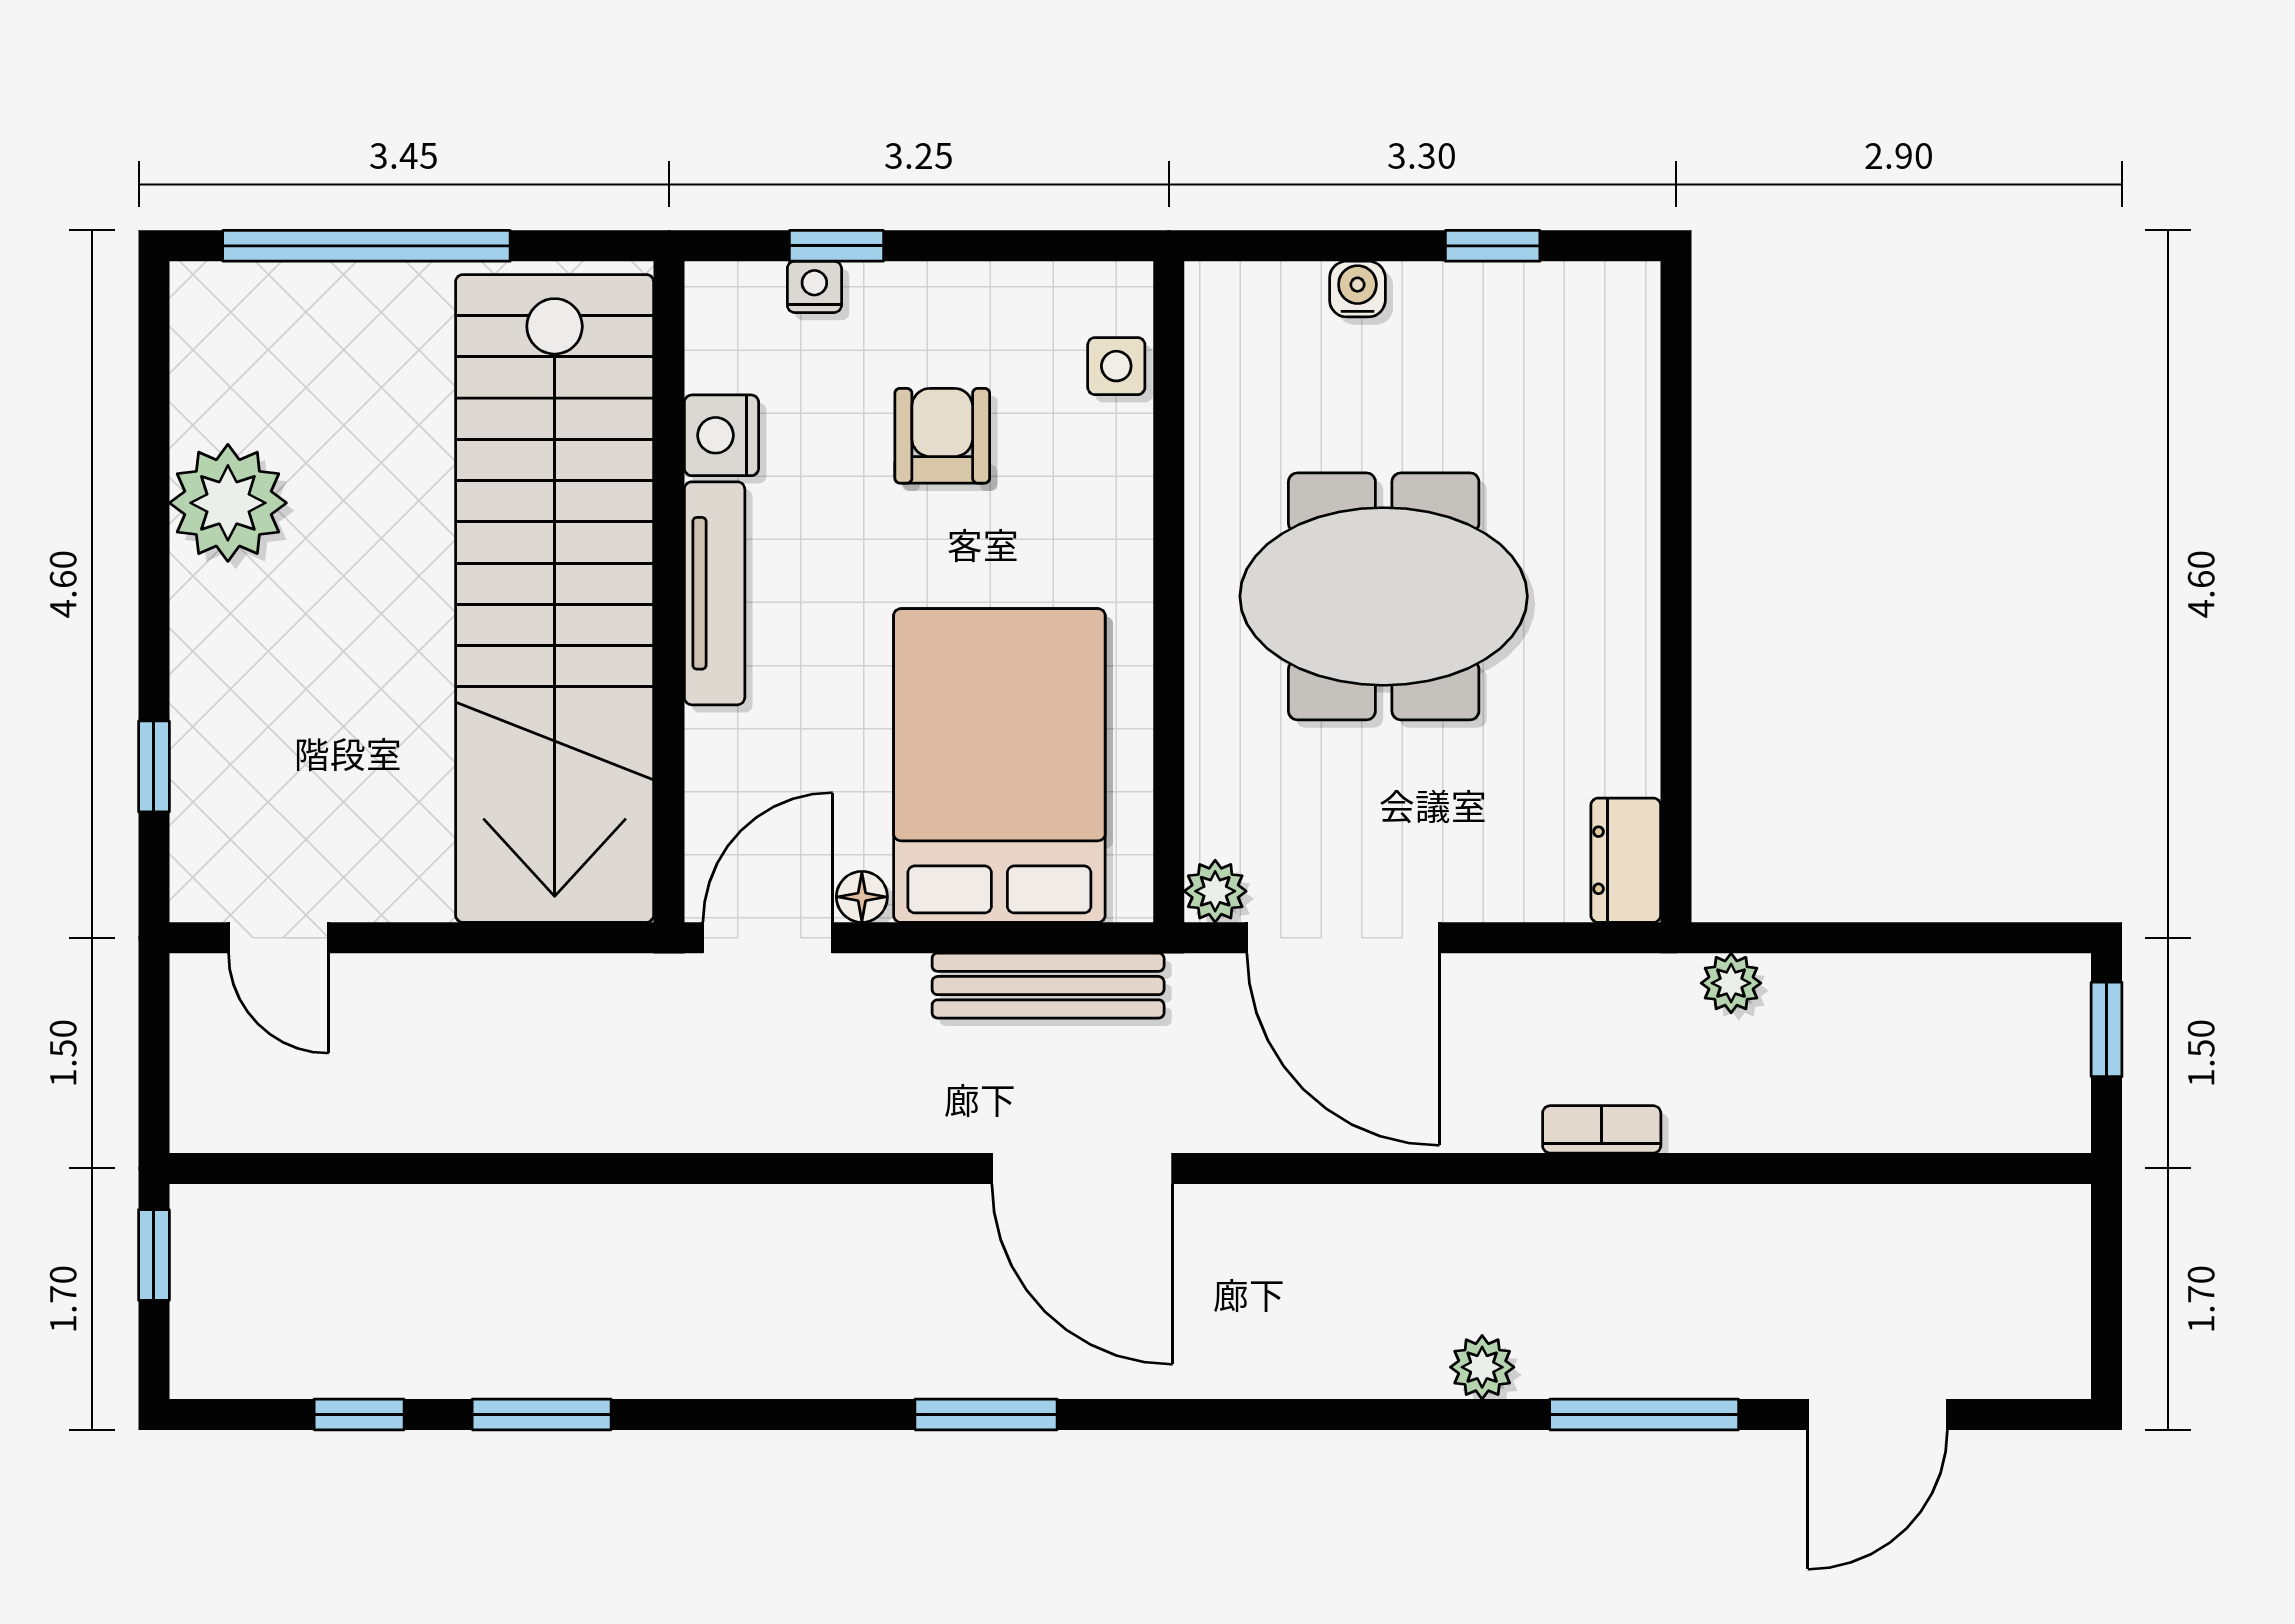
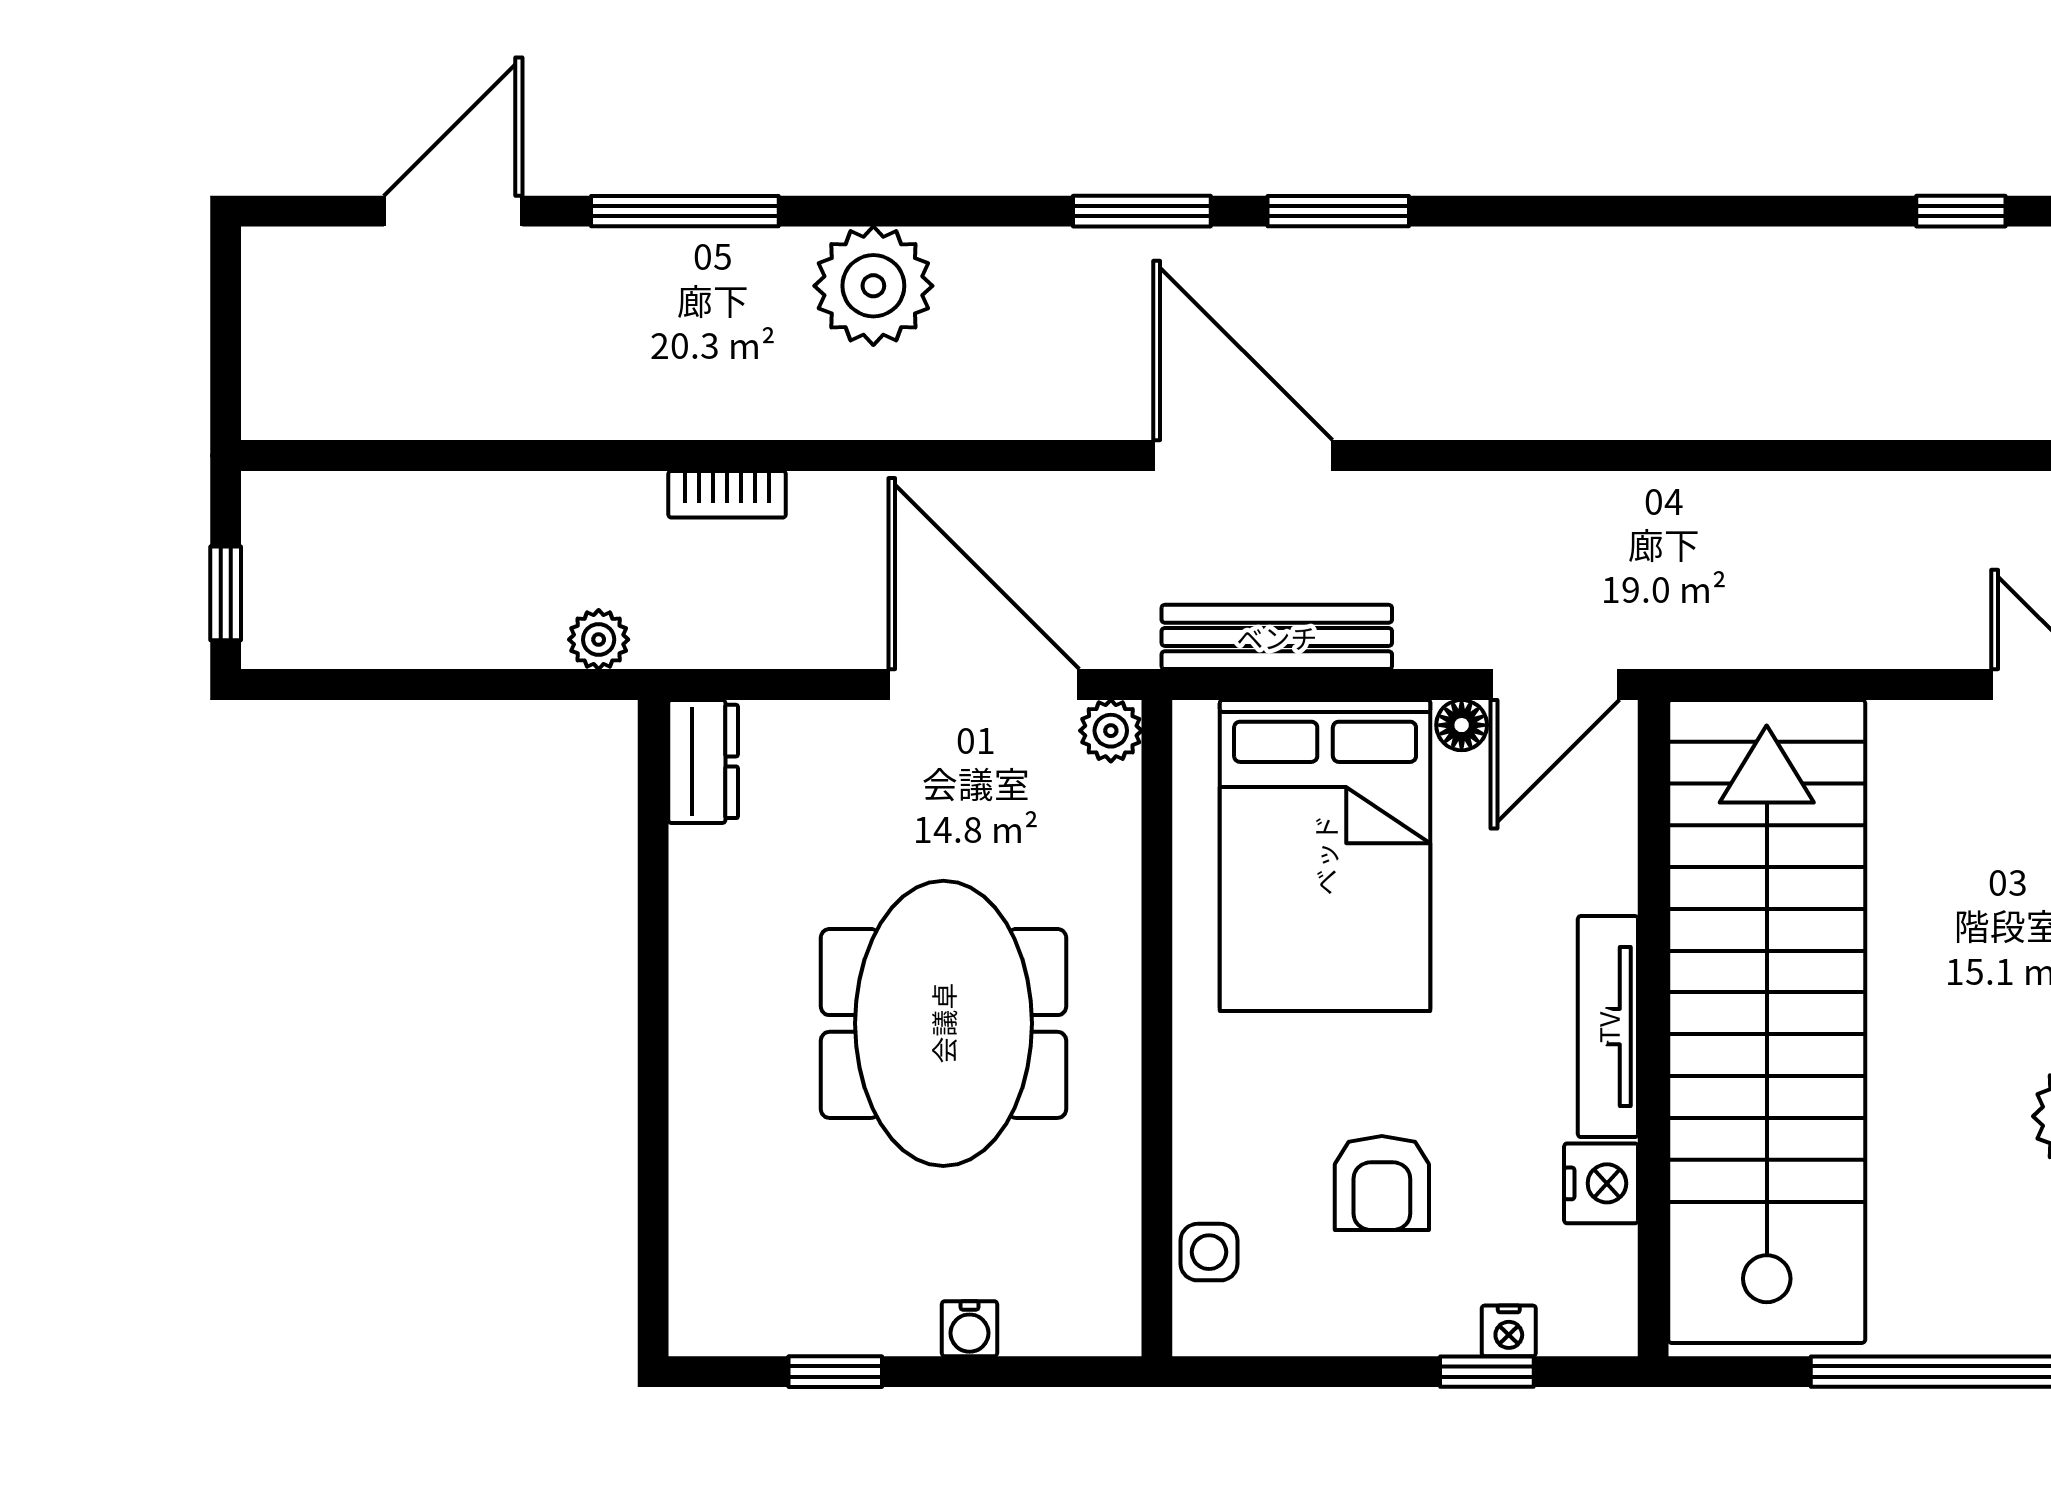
meeting table: (1384, 596) -> (943, 1023), turned 90
plant: (1482, 1367) -> (873, 286), width x1.88, depth x1.88
window: (542, 1414) -> (1142, 211), moved

